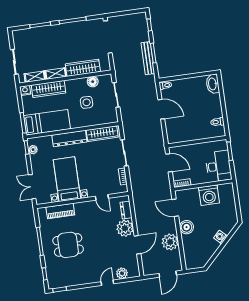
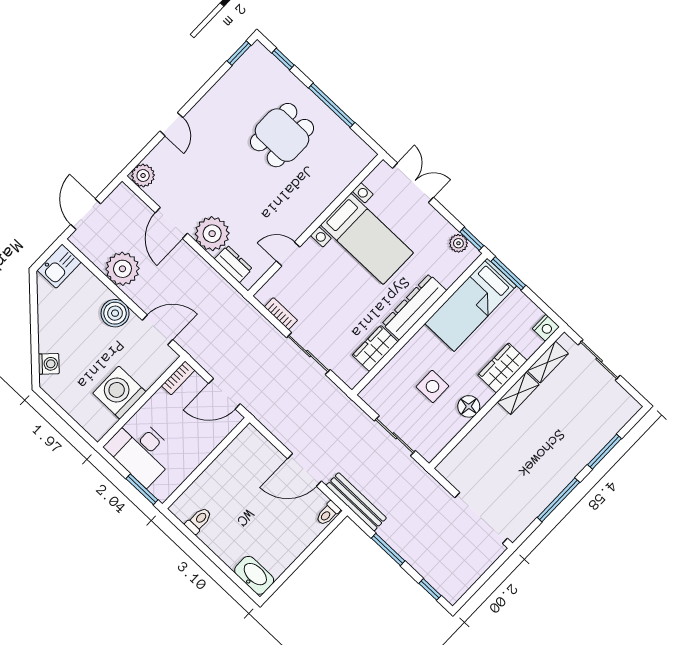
bench: (148, 58) -> (356, 502), moved
wardrobe: (83, 68) -> (482, 437), removed
floor lamp: (93, 82) -> (469, 406), moved
wardrobe: (49, 89) -> (503, 368), width x0.67
wardrobe: (102, 134) -> (375, 348), width x0.67
piano: (60, 211) -> (337, 179), removed
washing machine: (221, 237) -> (49, 364), moved
kitchen sink: (194, 262) -> (59, 266), added
plant: (122, 273) -> (143, 175), moved

